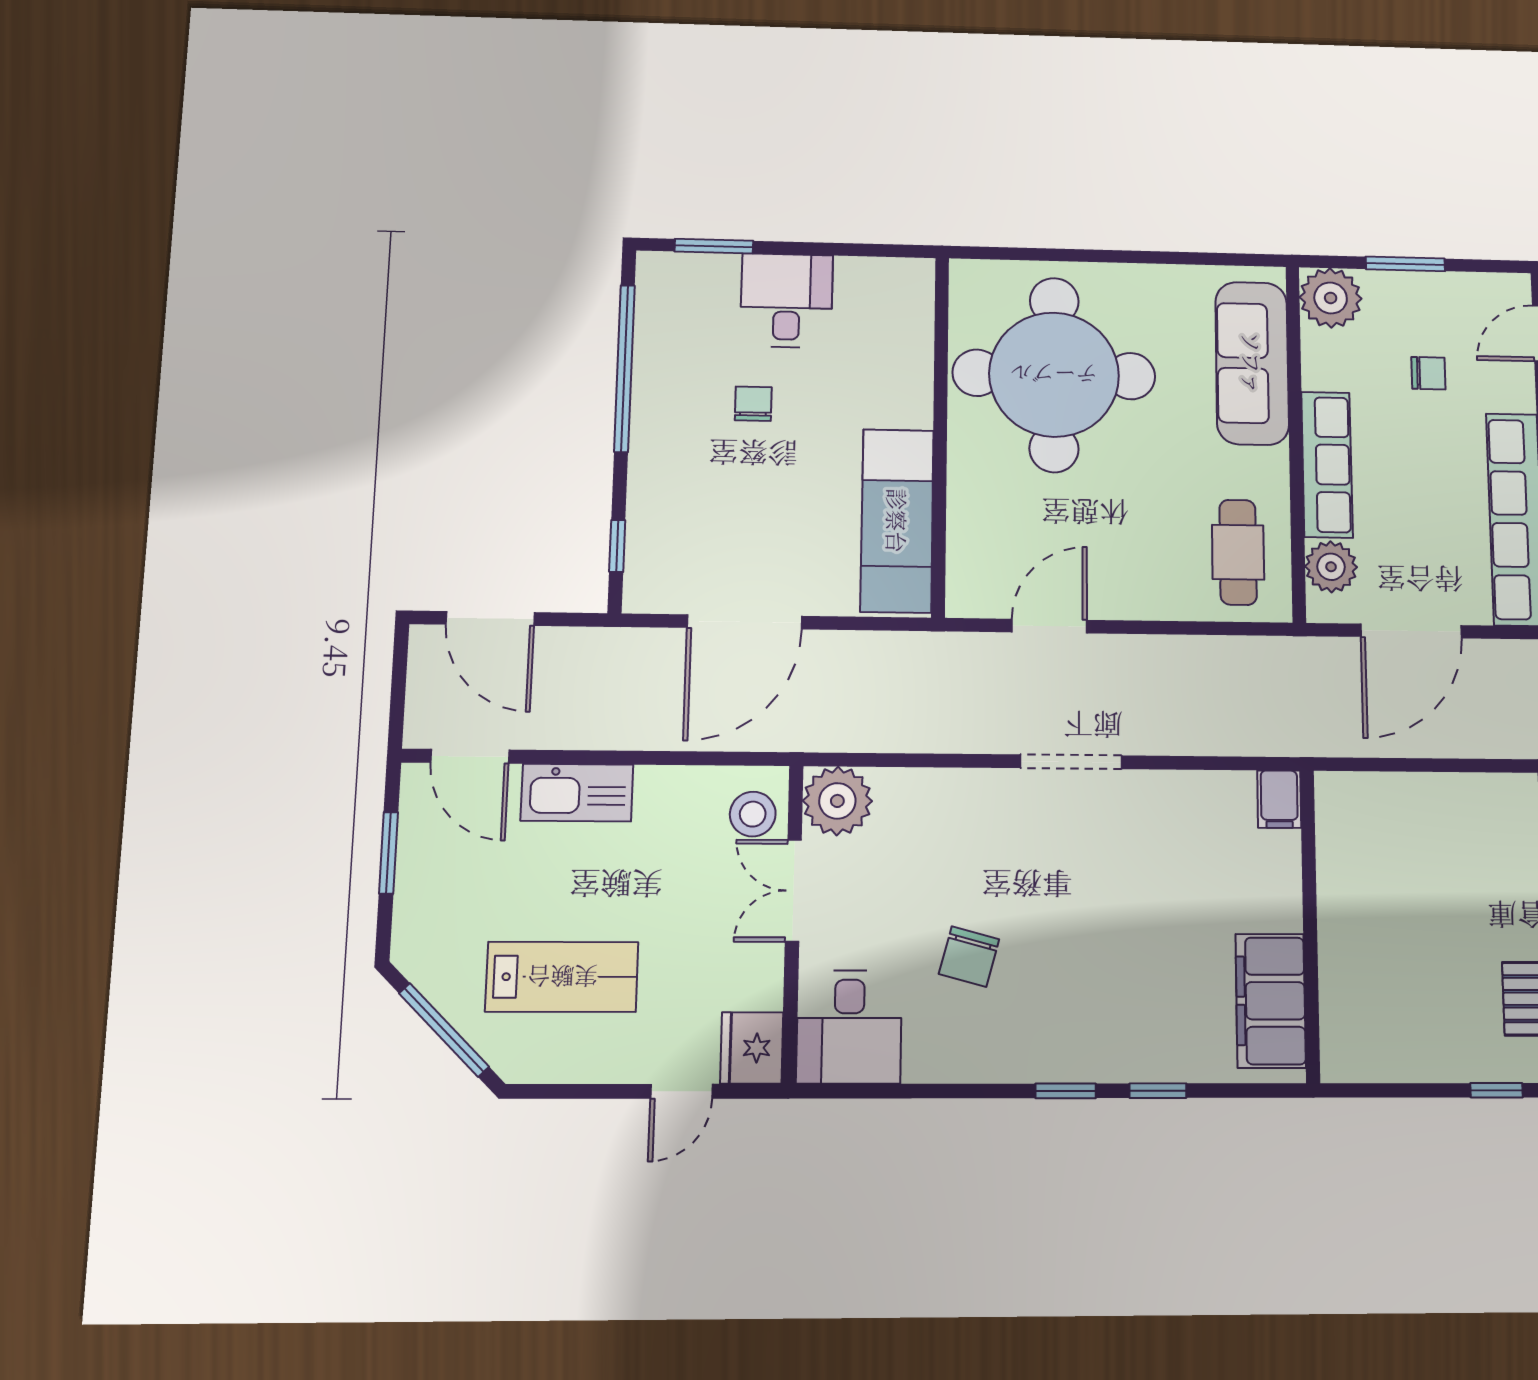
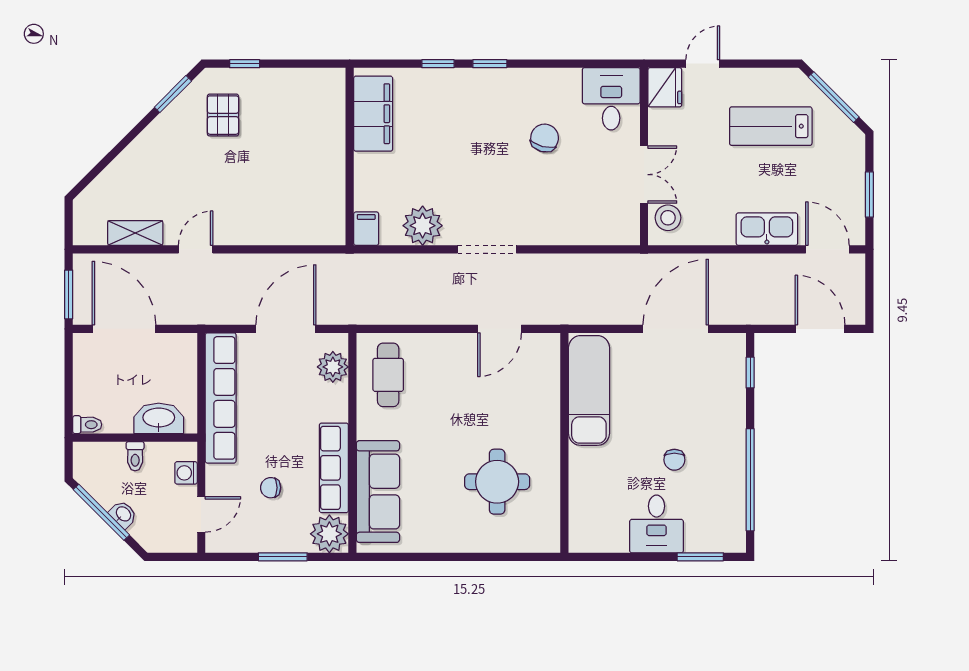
round table: (1054, 374) -> (497, 482), width x0.54, depth x0.54
row of seats: (1327, 464) -> (334, 468), moved
plant: (837, 801) -> (423, 226), moved

